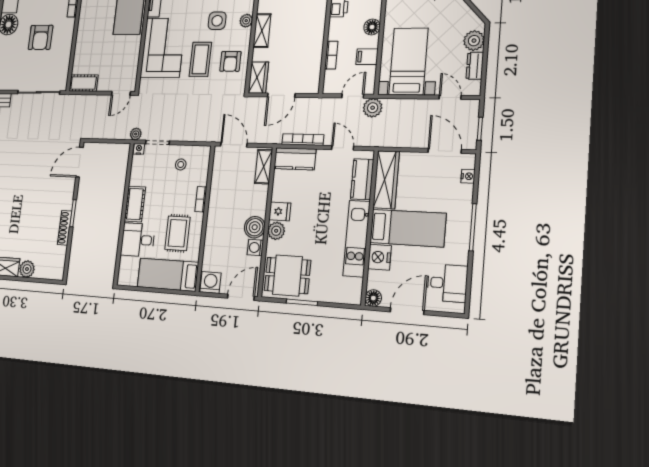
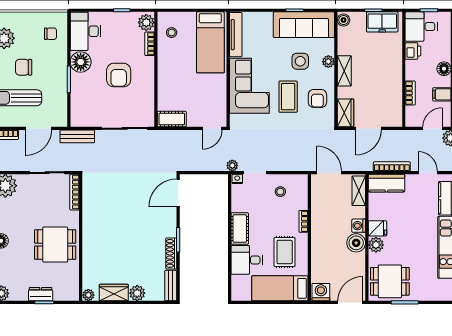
washing machine: (255, 248) -> (359, 226), moved
bench: (60, 263) -> (171, 286), added

